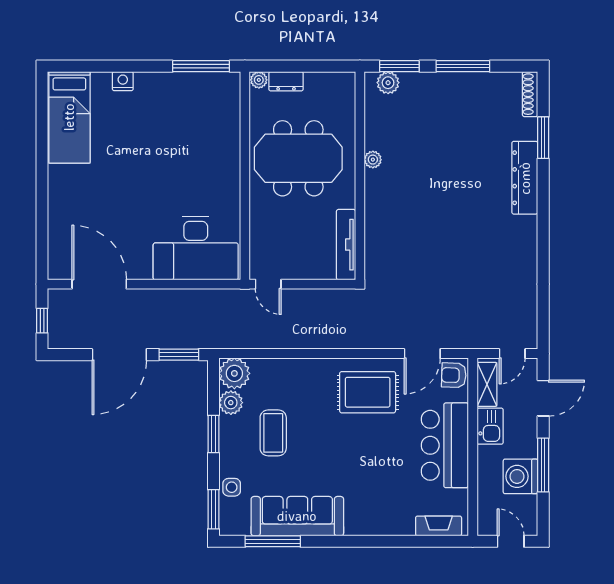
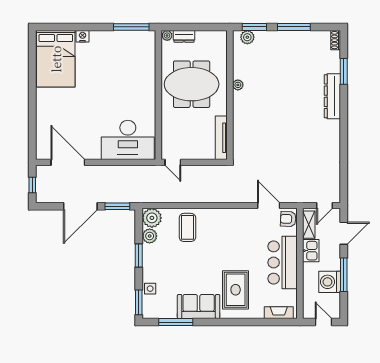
shoe rack: (530, 94) -> (336, 40), width x0.70
bed: (69, 117) -> (56, 59), width x1.50
door: (422, 354) -> (269, 206), swing flipped
rug: (368, 392) -> (236, 290), moved, turned 90
coffee table: (273, 433) -> (187, 227), moved
sofa: (297, 516) -> (199, 307), width x0.73

